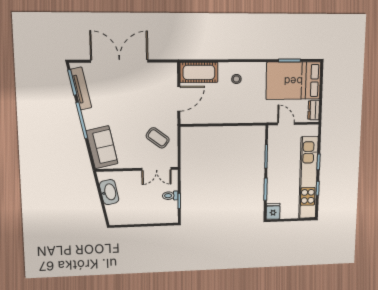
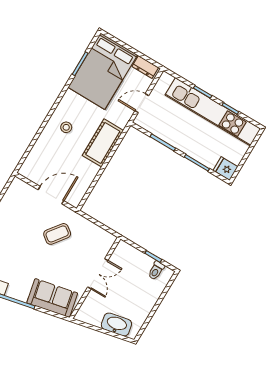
cot: (199, 72) -> (103, 143), moved
door: (179, 99) -> (51, 195), hinge flipped
coffee table: (158, 138) -> (57, 234), moved
double door: (157, 169) -> (98, 274), moved
washbasin: (109, 192) -> (116, 325), moved
toilet: (170, 196) -> (156, 270), moved

